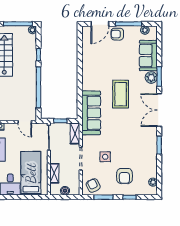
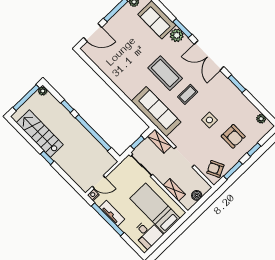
door: (100, 24) -> (93, 33), hinge flipped
armchair: (117, 34) -> (115, 27), removed
coffee table: (122, 121) -> (188, 94), added
door: (25, 122) -> (99, 182), moved
side table: (105, 157) -> (209, 120), moved

